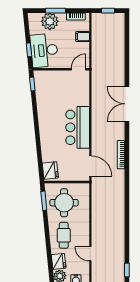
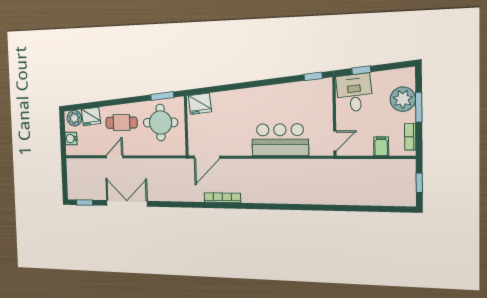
desk: (44, 50) -> (354, 93), width x0.73
door: (78, 69) -> (335, 141), hinge flipped
double door: (127, 104) -> (127, 203), moved
bar counter: (78, 127) -> (280, 140), moved
door: (90, 254) -> (115, 157), moved

